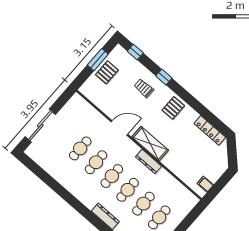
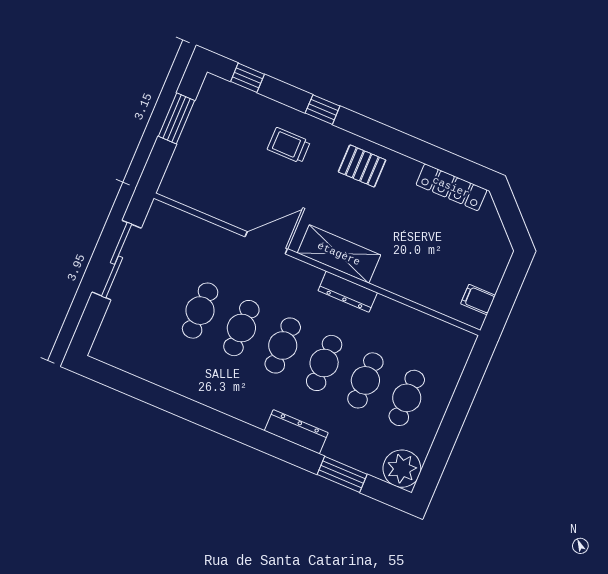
pallet: (107, 72) -> (203, 138), removed
pallet: (173, 108) -> (362, 166), turned 90
sliding door: (40, 126) -> (117, 260), moved

